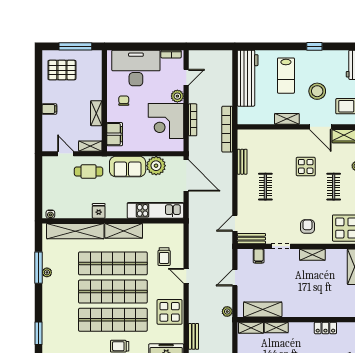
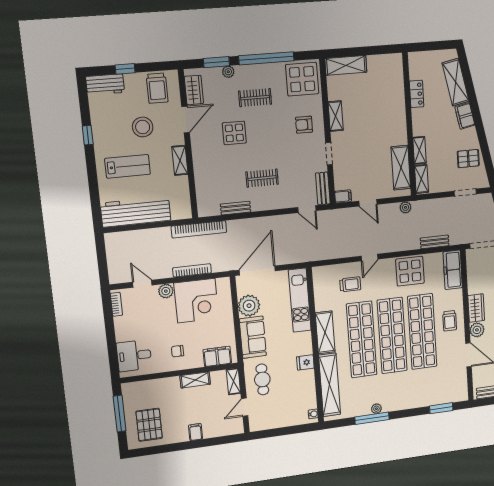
desk: (136, 68) -> (134, 356), width x0.53, depth x0.77
filing cabinet: (259, 256) -> (343, 196), moved

